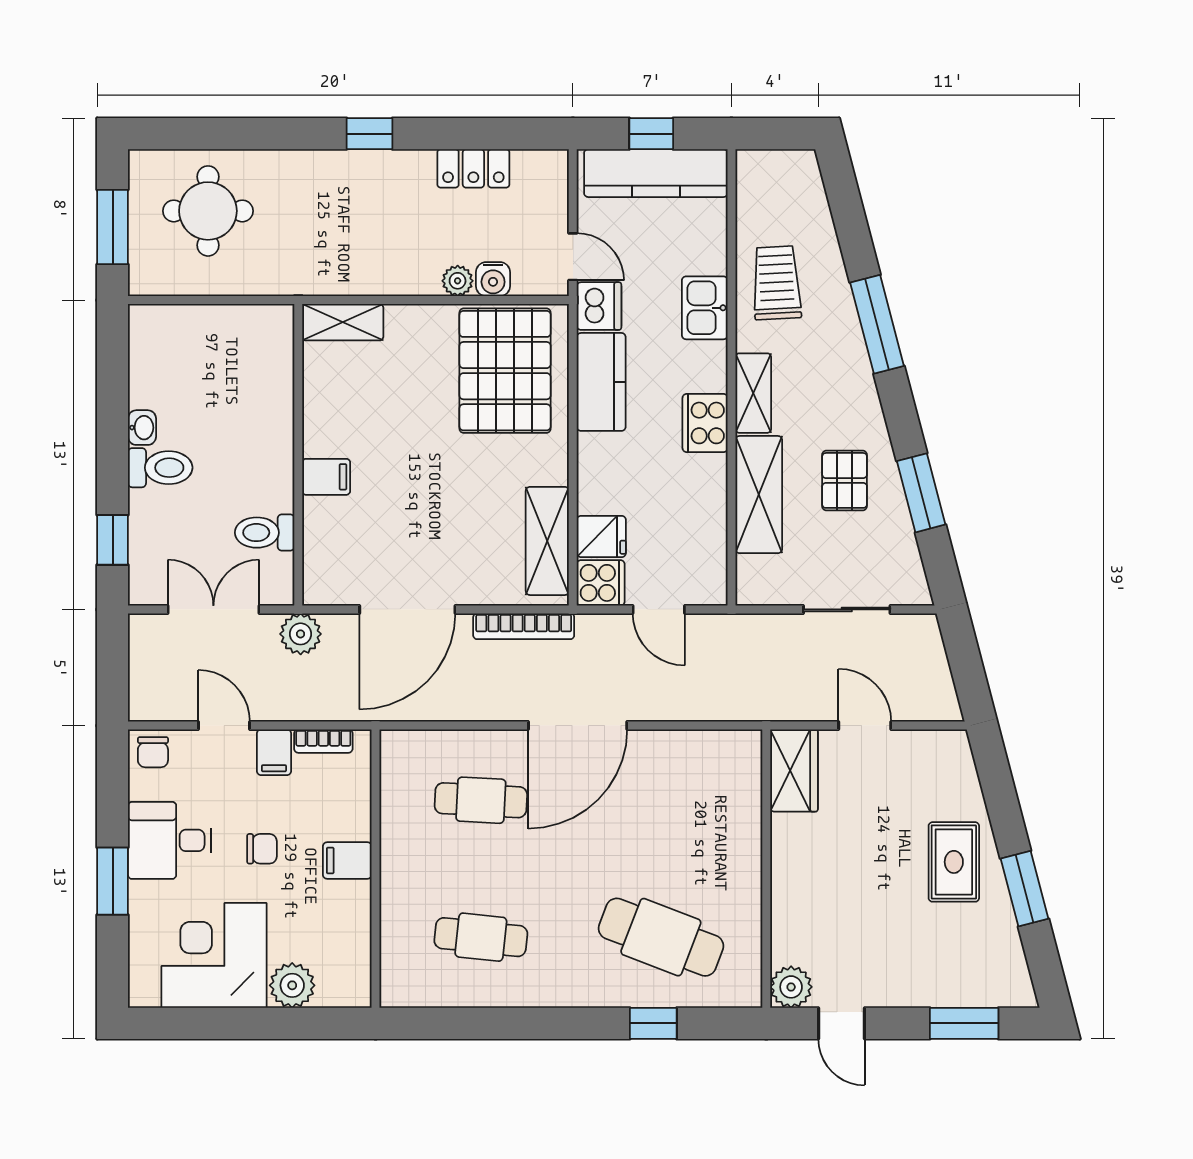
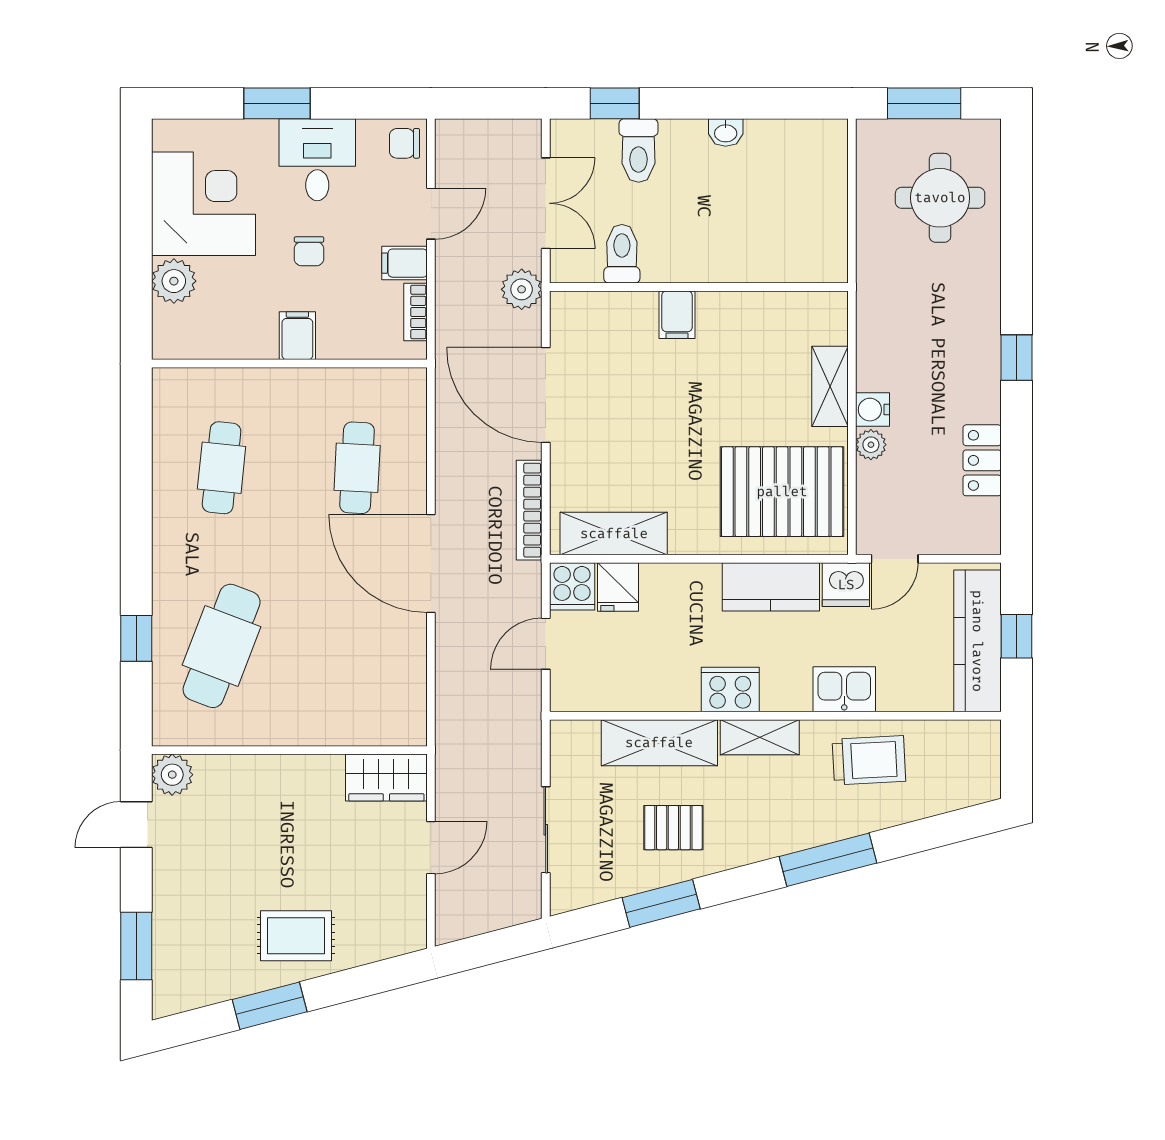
water cooler: (493, 279) -> (873, 410), moved
shelving: (343, 322) -> (830, 386), moved
toilet: (160, 468) -> (639, 151), moved

